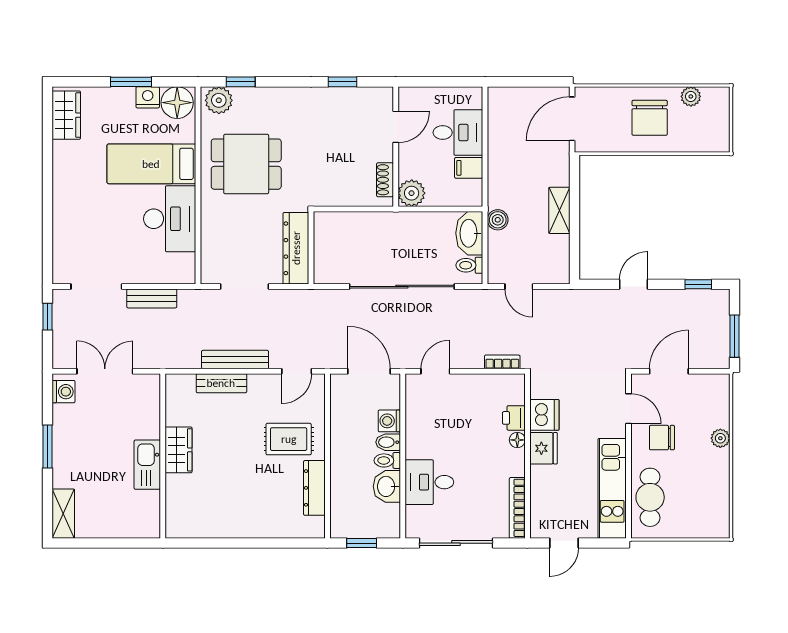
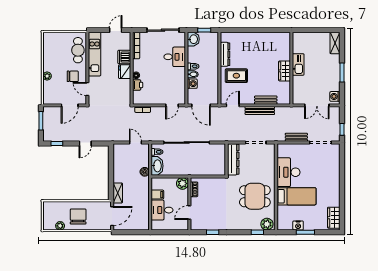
floor lamp: (177, 103) -> (285, 223), removed
shelving: (559, 210) -> (118, 193), moved
dishwasher: (544, 415) -> (124, 57), moved
washbasin: (387, 486) -> (193, 39), moved

